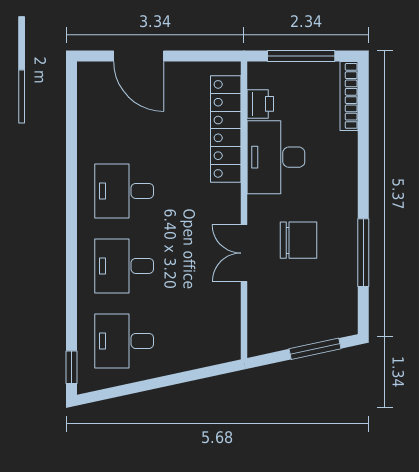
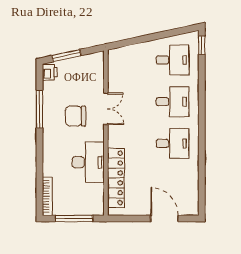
printer: (260, 104) -> (50, 72), moved, turned 180

